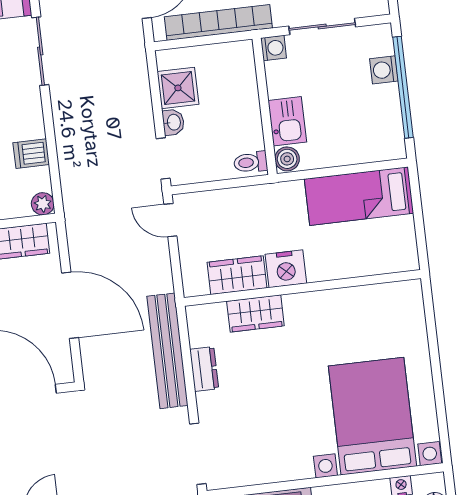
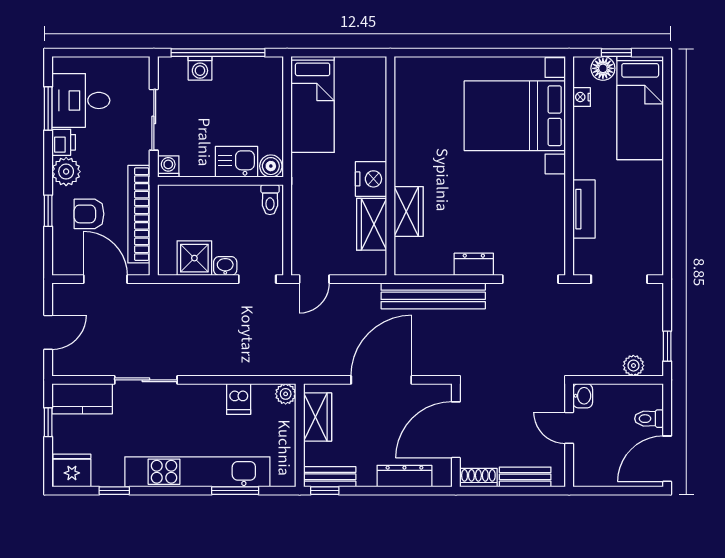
dresser: (204, 369) -> (474, 264), moved

